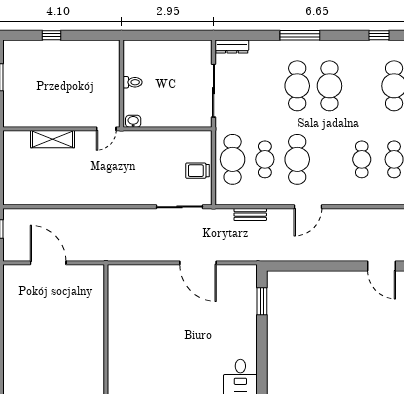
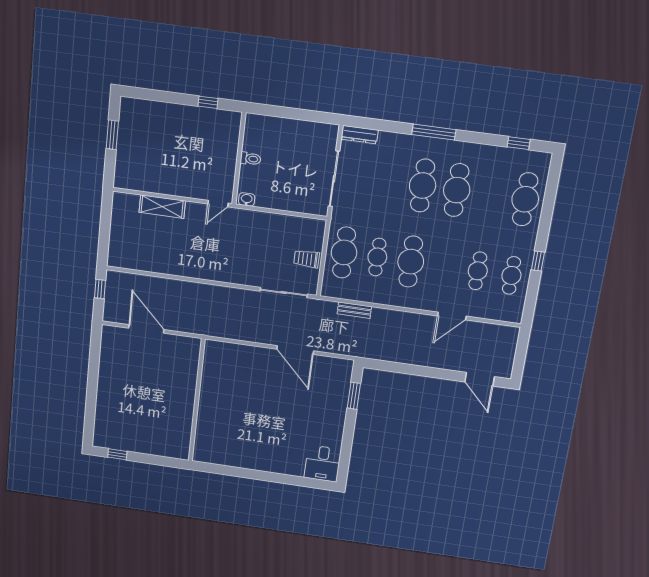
window: (52, 35) -> (208, 102), moved
door: (308, 207) -> (452, 316), moved

